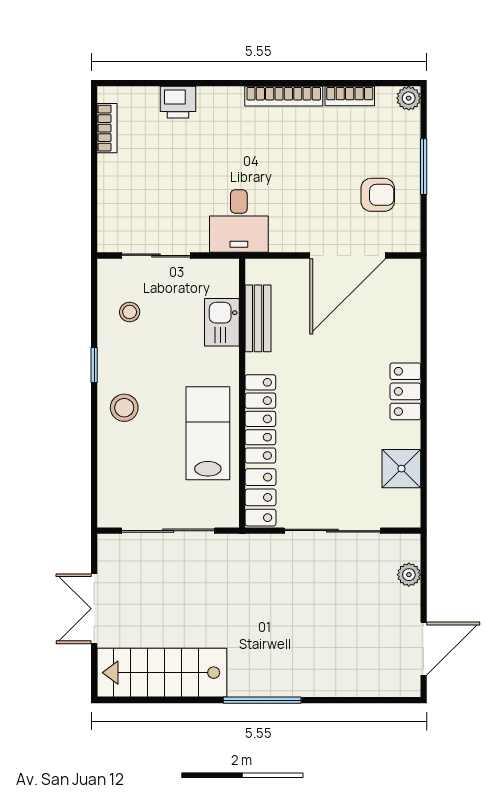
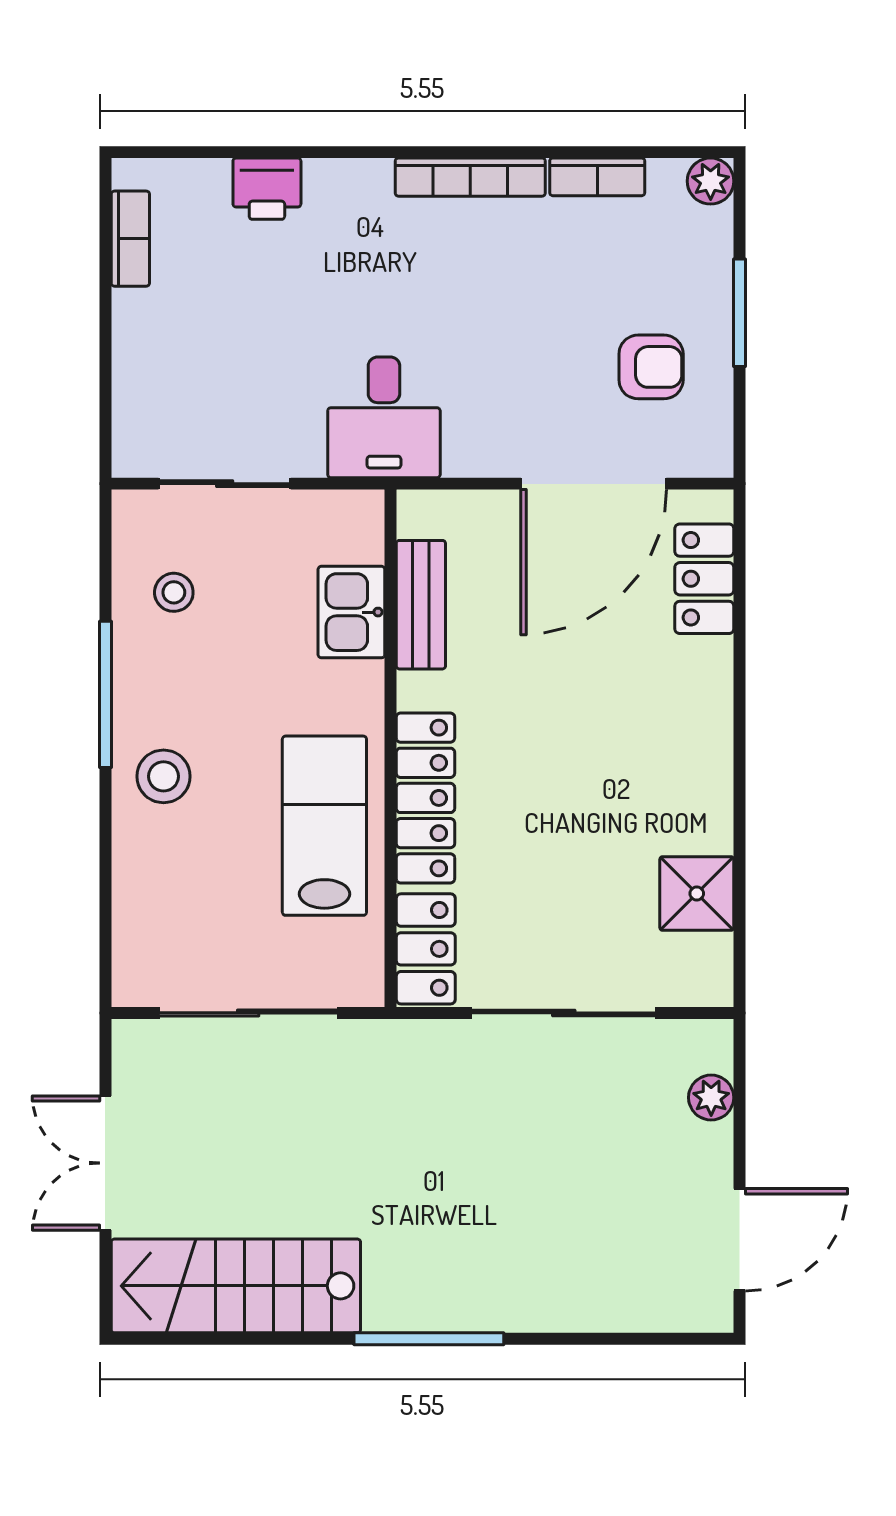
window: (94, 365) -> (105, 694), width x2.17
locker: (405, 391) -> (704, 579), moved

